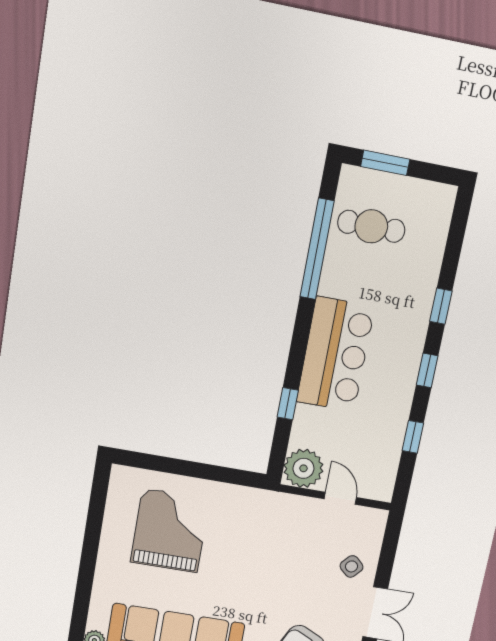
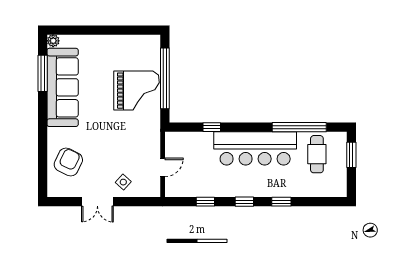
bar counter: (335, 354) -> (255, 148), width x1.36
plant: (303, 468) -> (176, 143), removed
window: (189, 469) -> (165, 78), added
grand piano: (170, 531) -> (137, 91), moved

